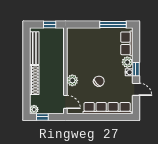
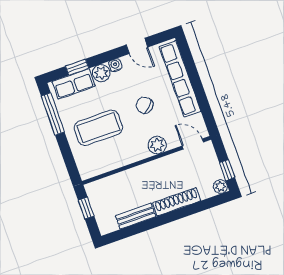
bench: (34, 48) -> (136, 216), width x0.73
coffee table: (95, 49) -> (98, 128), added
window: (136, 69) -> (77, 67), moved
door: (136, 89) -> (137, 46), swing flipped
door: (65, 102) -> (193, 144), hinge flipped

